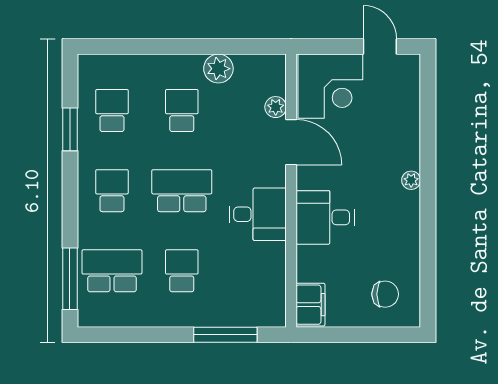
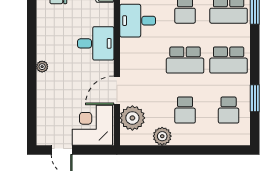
plant: (276, 107) -> (132, 118), width x1.88, depth x1.88
door: (291, 142) -> (117, 90), hinge flipped
school desk: (112, 191) -> (229, 60), width x1.85
desk: (258, 214) -> (138, 21), moved

